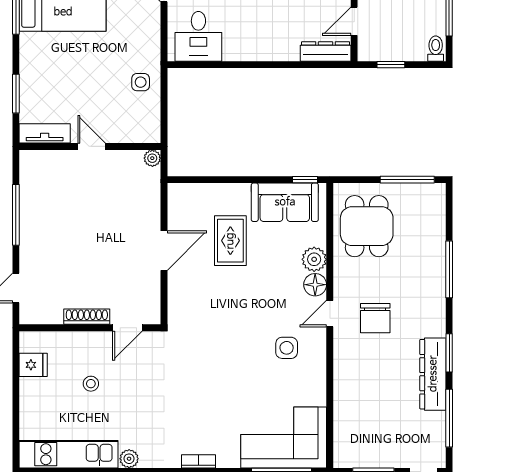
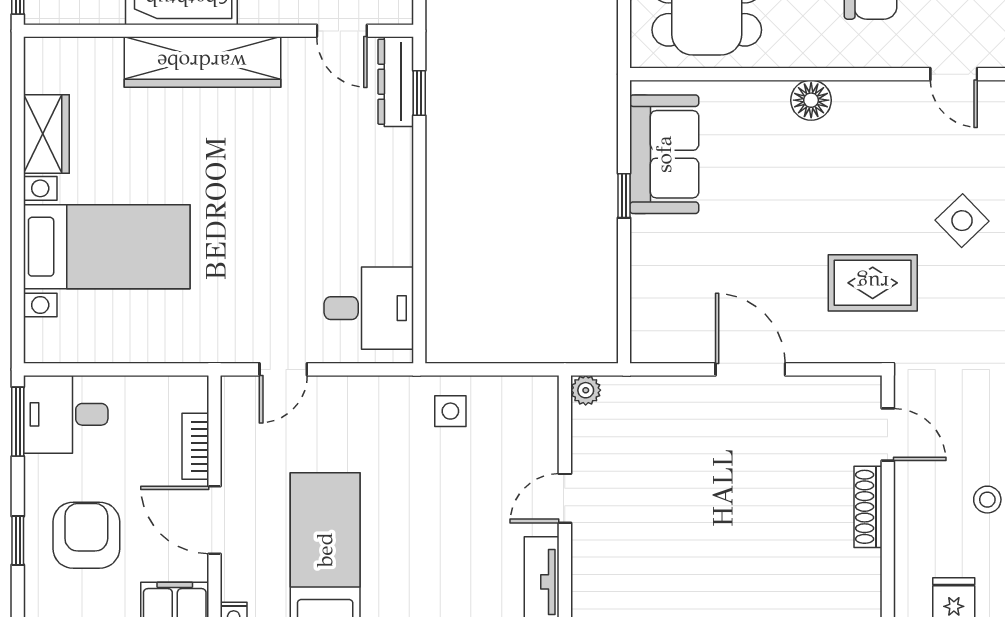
window: (319, 65) -> (419, 93), added
window: (305, 180) -> (624, 196), moved
rug: (230, 241) -> (873, 283), moved
plant: (314, 259) -> (766, 102), removed
door: (330, 314) -> (954, 74), moved
side table: (287, 348) -> (962, 221), moved, turned 45

